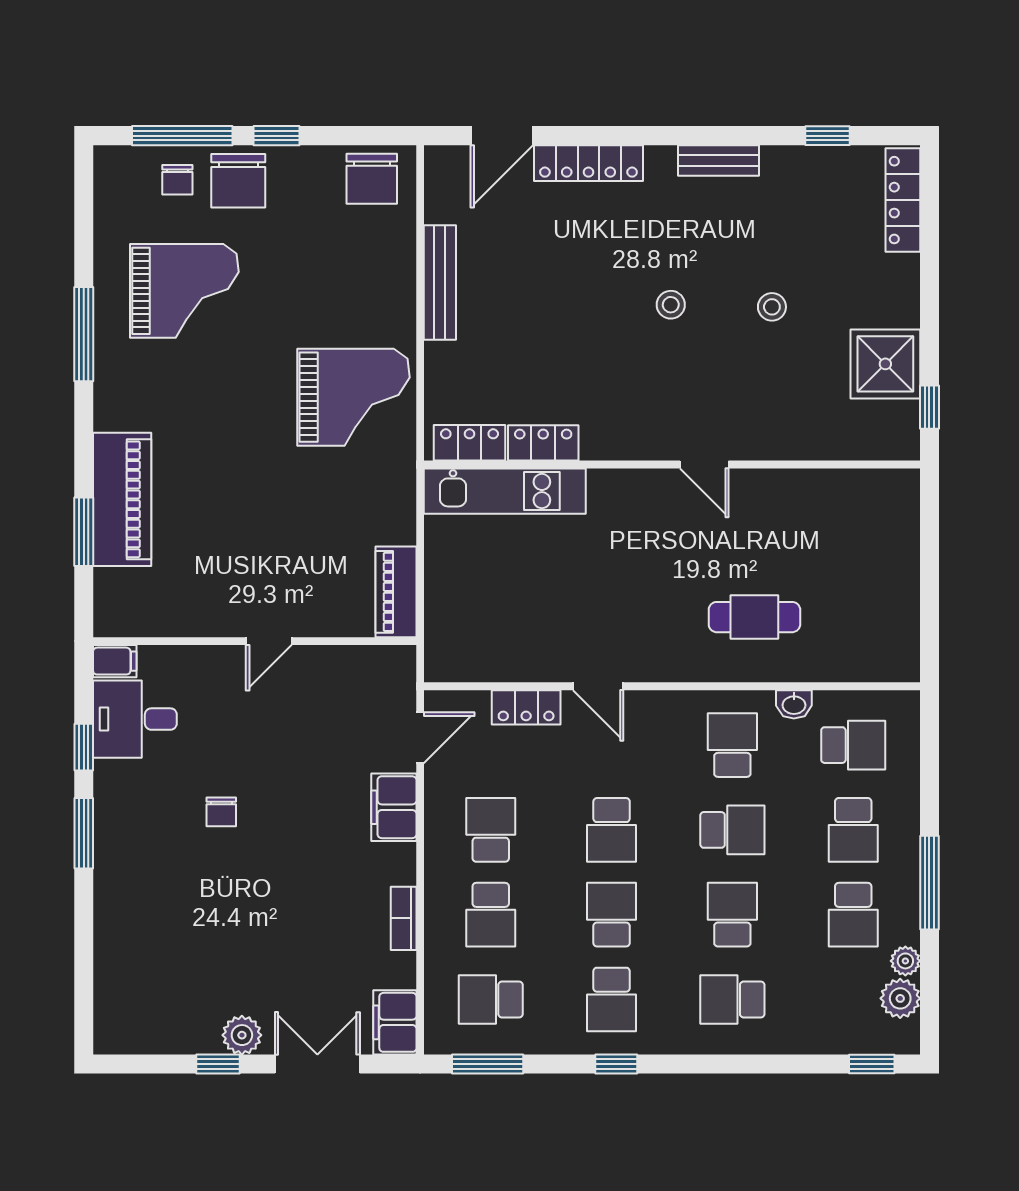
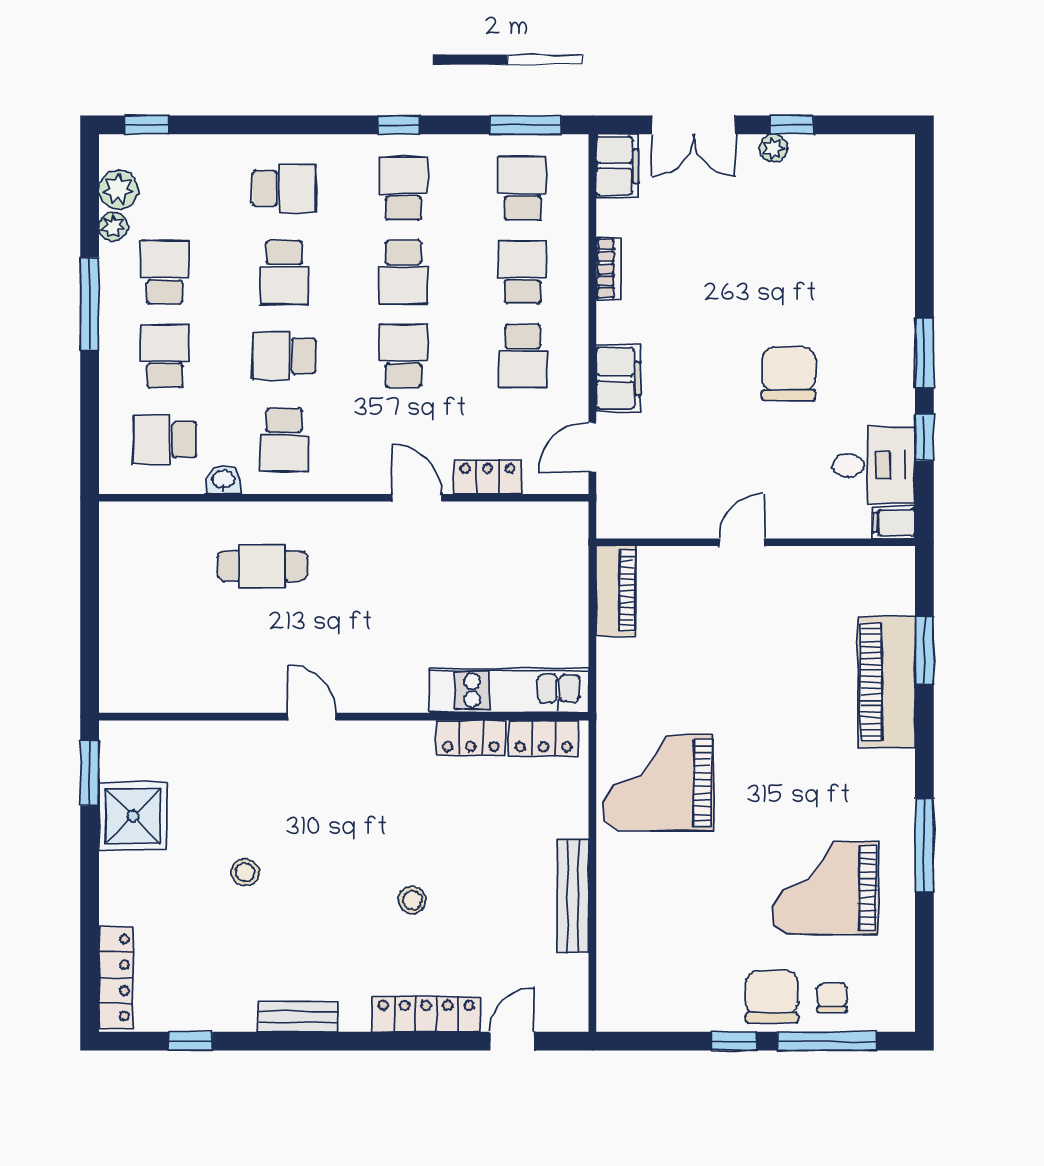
door: (502, 136) -> (512, 1041), width x0.73
chair: (372, 179) -> (640, 999), removed
stool: (671, 305) -> (412, 900), moved
window: (929, 407) -> (90, 773), width x1.50
chair: (221, 812) -> (789, 374), width x1.87, depth x1.87
school desk: (491, 999) -> (523, 189), turned -90
plant: (242, 1035) -> (773, 148), width x0.73, depth x0.73

